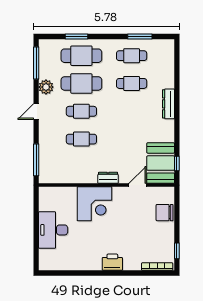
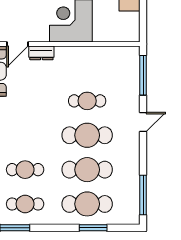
plant: (46, 87) -> (131, 165), removed
cafe table: (81, 111) -> (87, 135), width x1.37, depth x1.35
door: (36, 112) -> (143, 122), moved
dresser: (108, 178) -> (41, 53), moved

